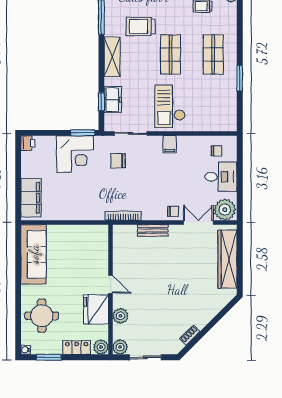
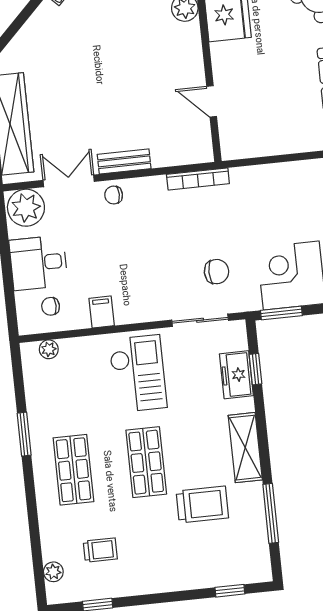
plant: (220, 126) -> (49, 349), added
filing cabinet: (170, 144) -> (102, 312), moved
double door: (198, 222) -> (69, 181), swing flipped
bench: (153, 230) -> (124, 161), moved
door: (111, 284) -> (212, 101), moved

